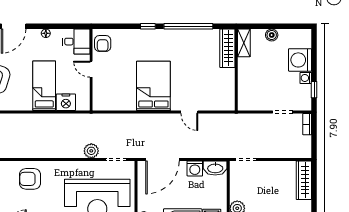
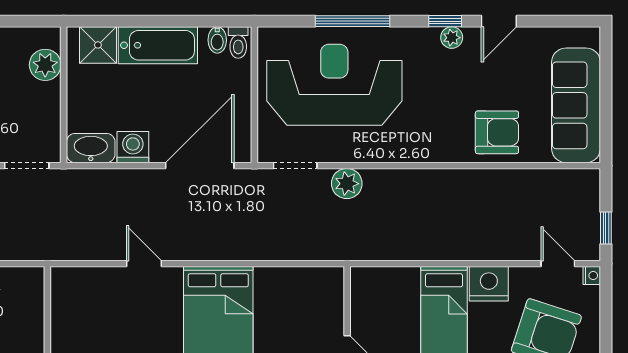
nightstand: (66, 102) -> (489, 284), moved
armchair: (30, 179) -> (497, 132), moved

